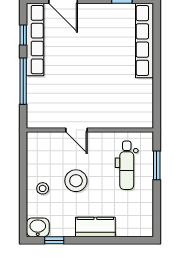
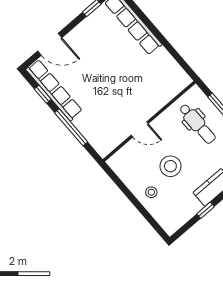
washbasin: (38, 227) -> (172, 223), removed
window: (54, 240) -> (206, 210), moved

